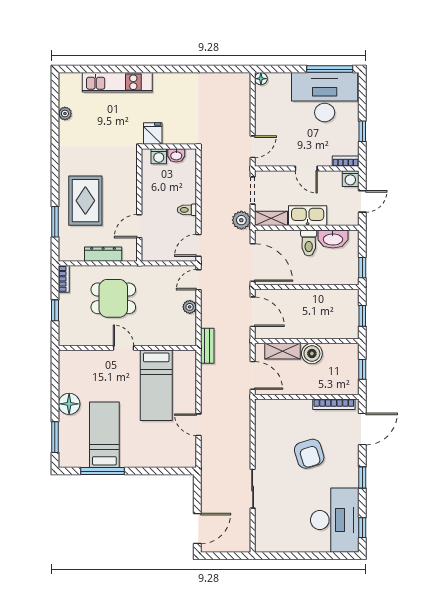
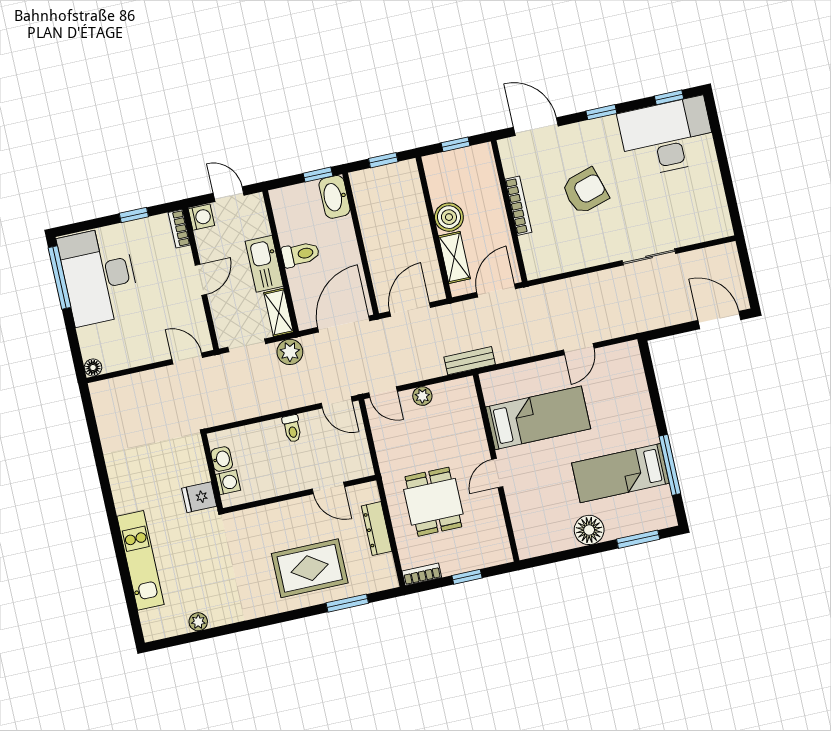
washbasin: (333, 239) -> (335, 197), moved, turned 180
bookcase: (334, 404) -> (518, 206), moved

